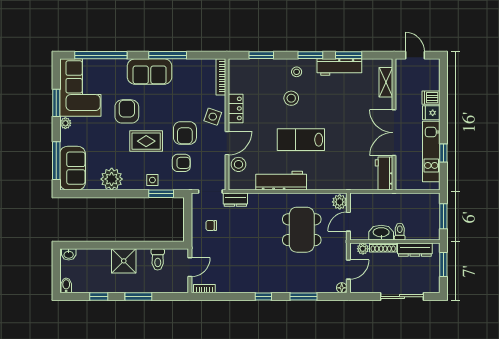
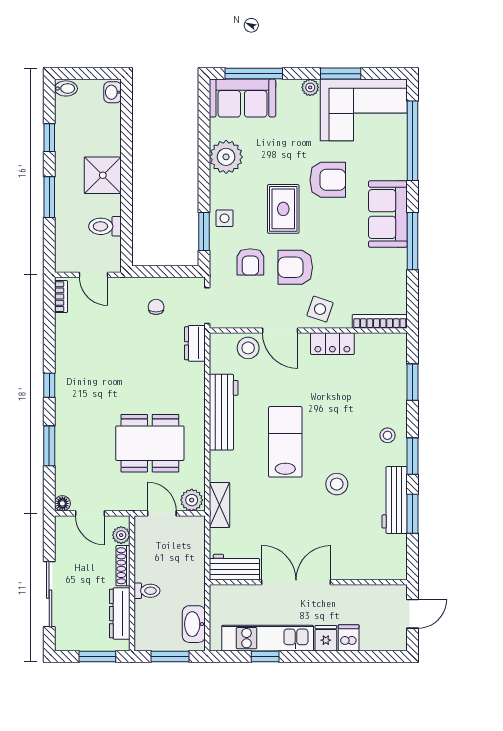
shelving: (386, 82) -> (219, 505), moved, turned 90
stool: (291, 98) -> (337, 484), moved
washbasin: (381, 233) -> (194, 624), moved, turned 180

